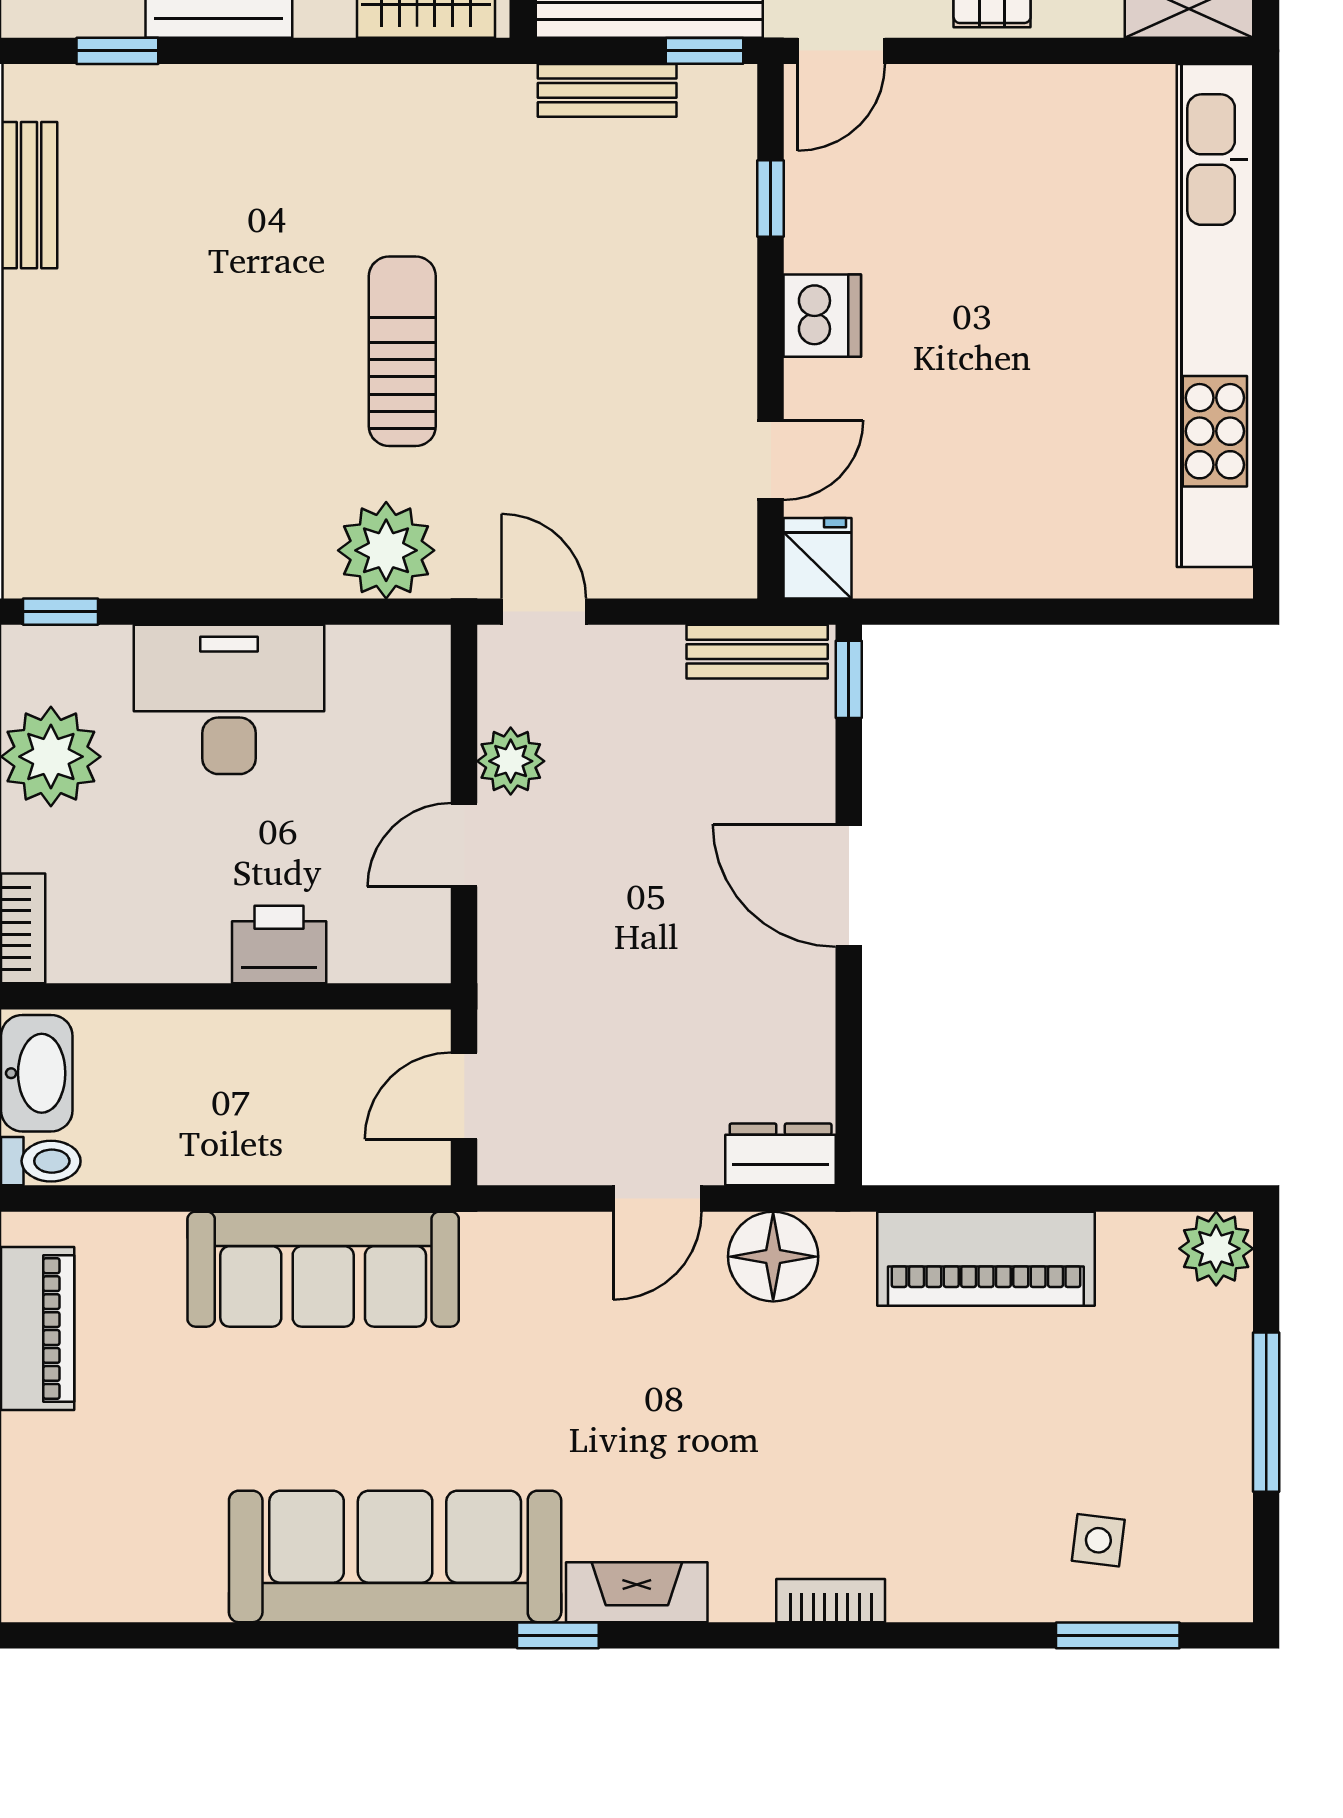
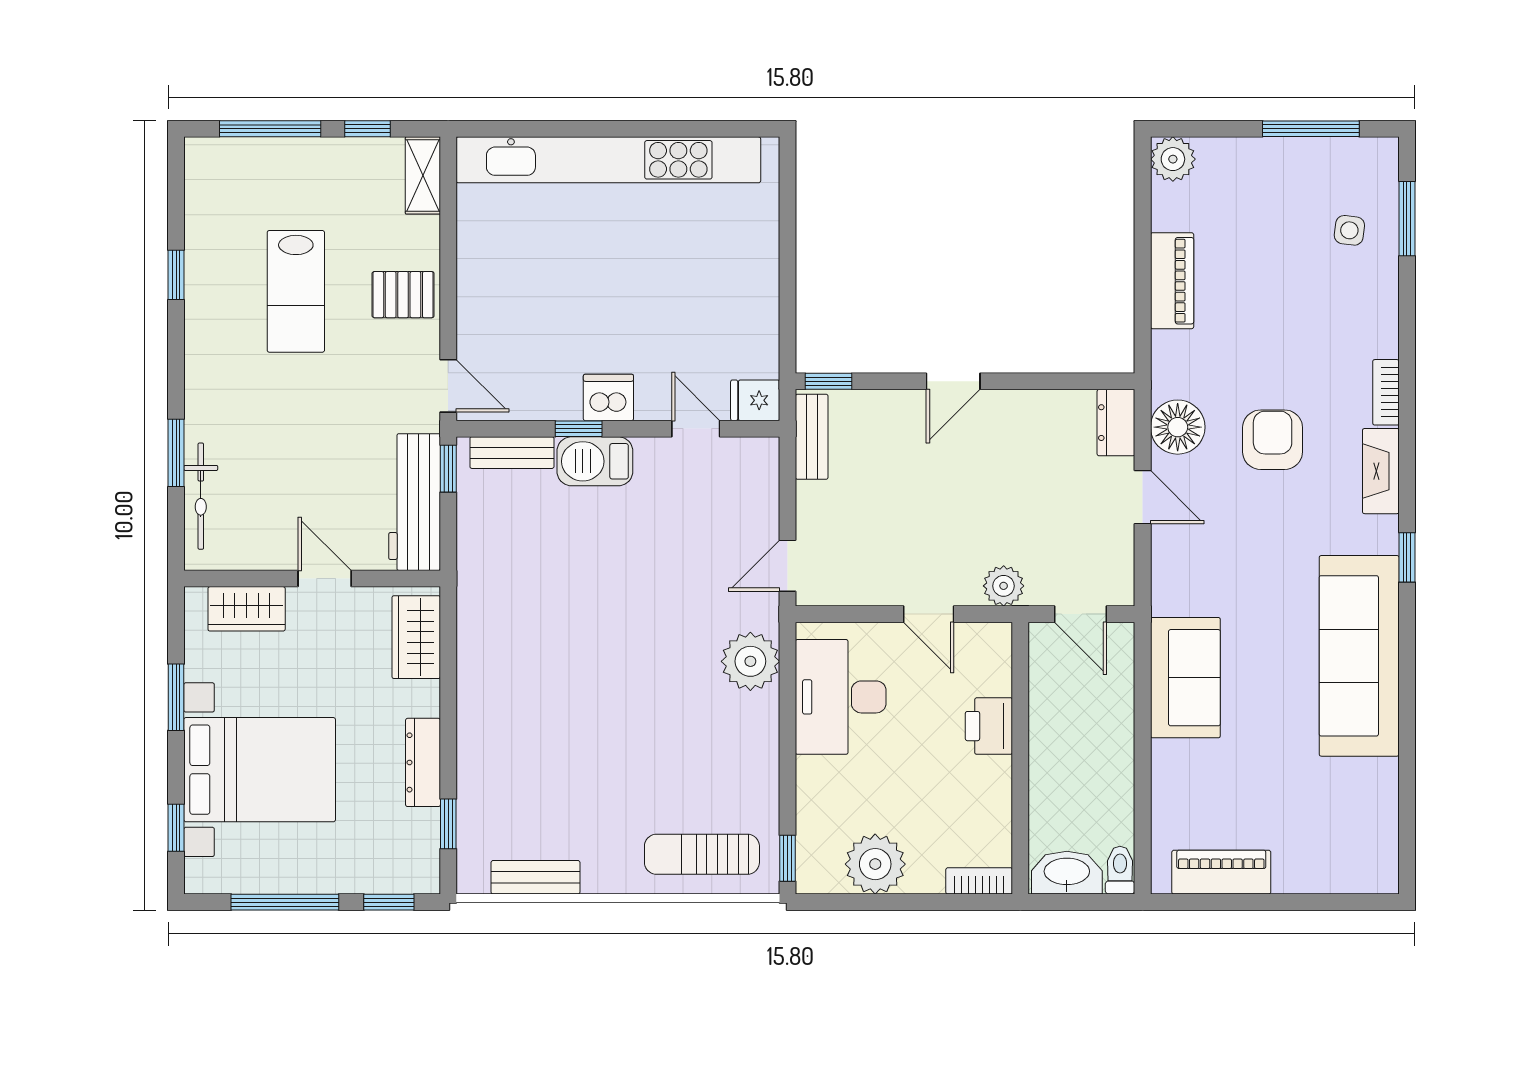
bench: (607, 90) -> (512, 453), moved, turned 90
window: (771, 199) -> (579, 429), moved
barbecue: (717, 293) -> (595, 461), added
sun lounger: (402, 351) -> (702, 854), moved
desk: (229, 699) -> (841, 697), moved
plant: (511, 761) -> (1004, 586), moved
door: (849, 885) -> (953, 381), width x0.73
piano: (986, 1259) -> (1172, 281), width x0.73, depth x0.75
sofa: (323, 1269) -> (1185, 678), width x0.73
window: (1266, 1412) -> (1311, 129), moved
armchair: (752, 1413) -> (1273, 440), added
fireplace: (637, 1592) -> (1381, 471), moved

